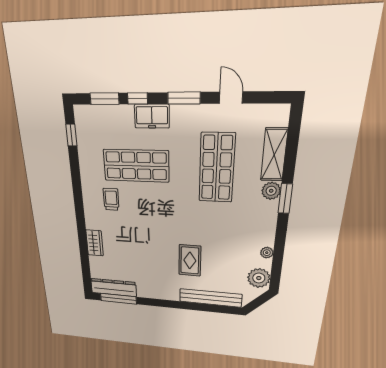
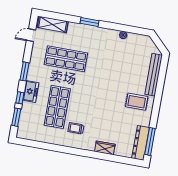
door: (231, 98) -> (31, 35), moved
window: (71, 135) -> (33, 144), removed
shelving: (274, 155) -> (53, 24), moved
plant: (271, 191) -> (84, 29), removed
rug: (190, 260) -> (137, 102), moved
plant: (259, 278) -> (141, 42), removed

